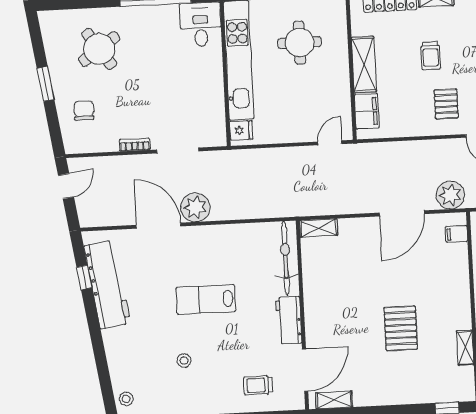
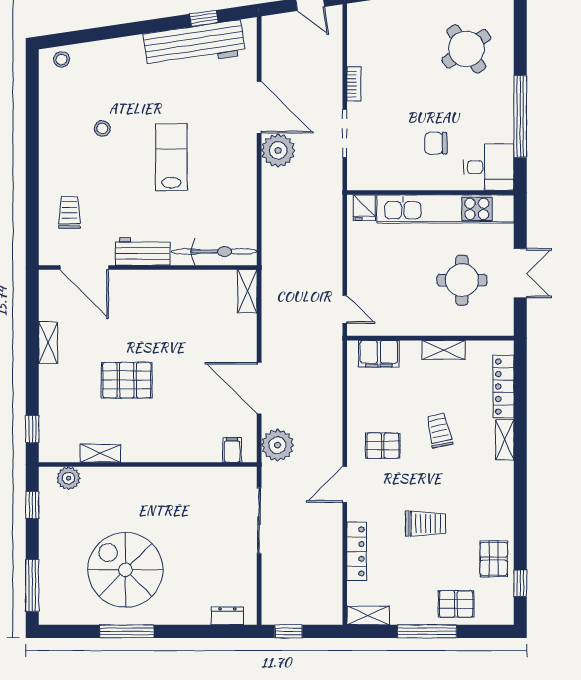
trolley: (431, 56) -> (439, 430), turned 78
shelving: (364, 65) -> (444, 350), width x0.67, depth x0.75
chair: (84, 110) -> (436, 143), moved, turned 180
door: (159, 226) -> (259, 107), hinge flipped
shelving: (334, 400) -> (48, 343), moved

